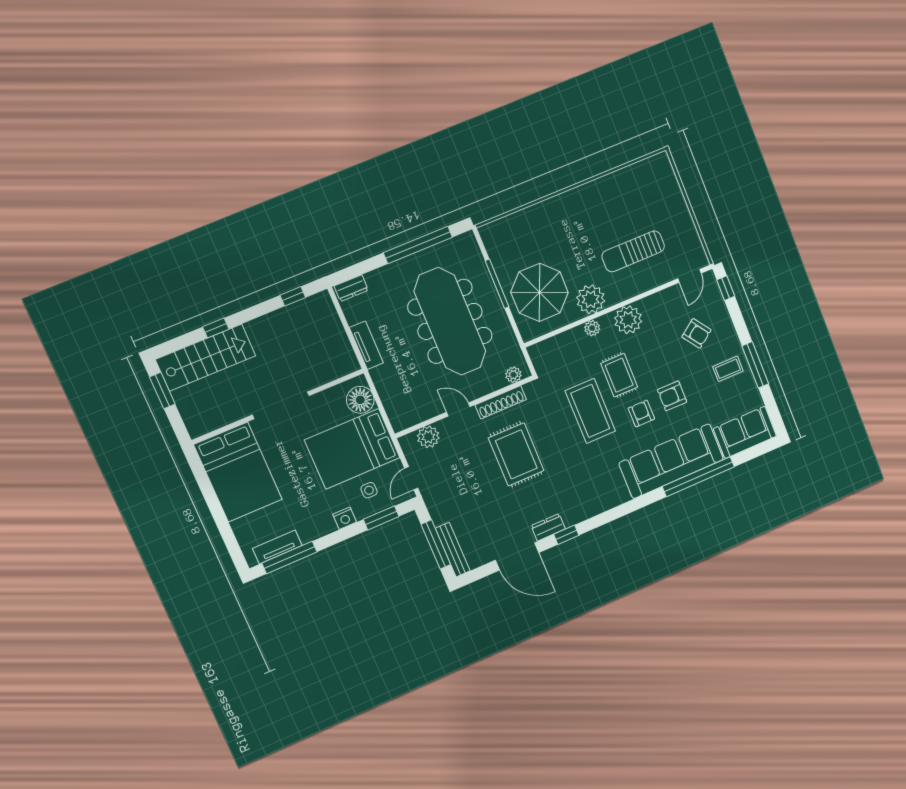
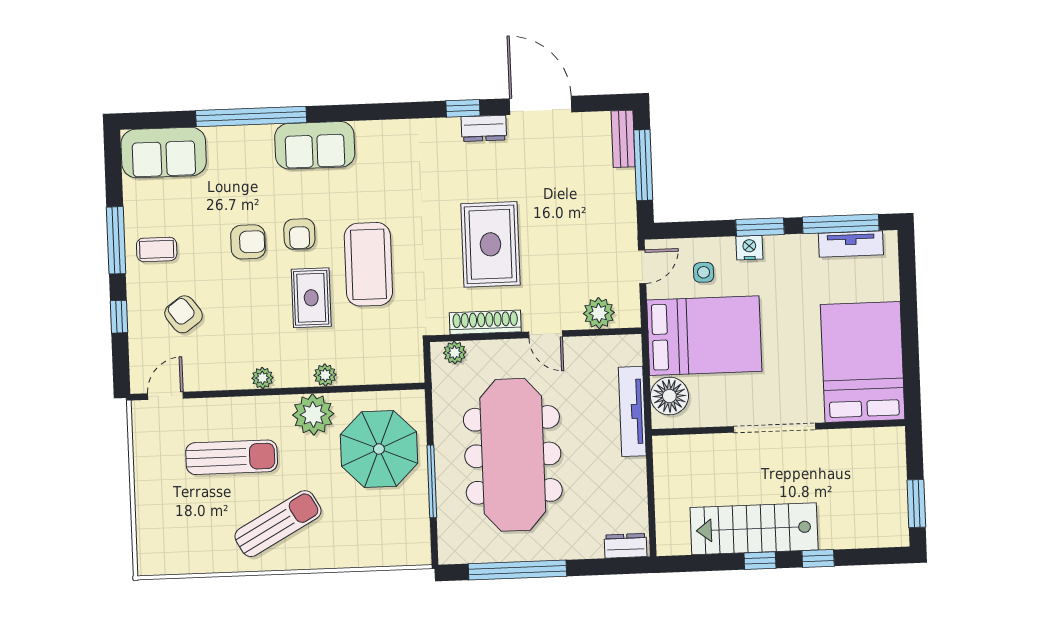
sun lounger: (588, 218) -> (278, 524), added
window: (726, 288) -> (119, 317), moved
window: (293, 296) -> (760, 561), moved
plant: (628, 320) -> (262, 378), width x0.53, depth x0.53
tv unit: (366, 345) -> (632, 411), moved, width x1.41
stairs: (206, 358) -> (754, 529), moved
sofa: (671, 461) -> (315, 145), width x0.54, depth x0.79
window: (381, 518) -> (760, 227), moved
bench: (453, 550) -> (623, 139), width x0.73

